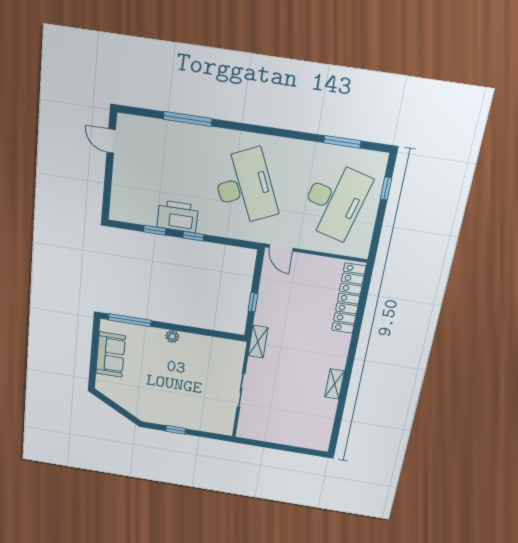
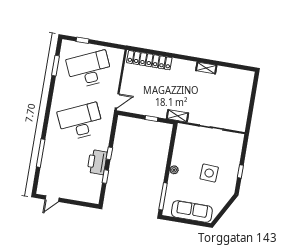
desk: (335, 201) -> (89, 69), turned -39
sofa: (111, 355) -> (192, 211), width x1.36
side table: (171, 387) -> (209, 173), added

